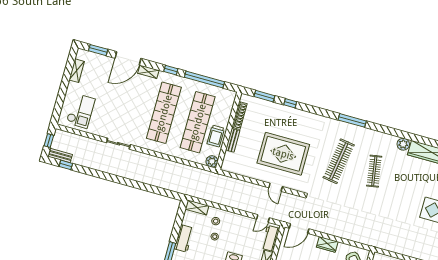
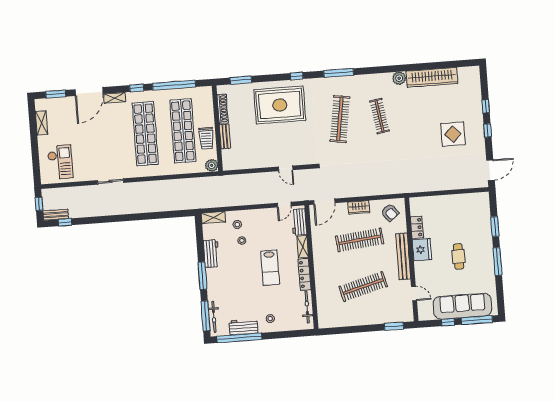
window: (290, 103) -> (297, 76), moved
rug: (283, 154) -> (280, 105), moved

